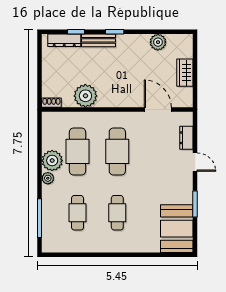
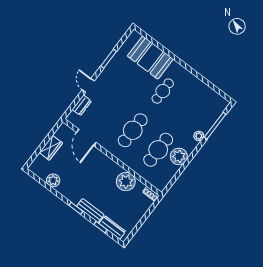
plant: (48, 178) -> (199, 136), moved
cafe table: (77, 213) -> (188, 111), removed
booth: (177, 229) -> (150, 58), moved, turned 90

